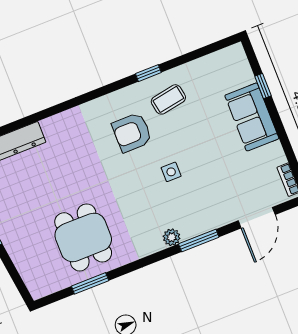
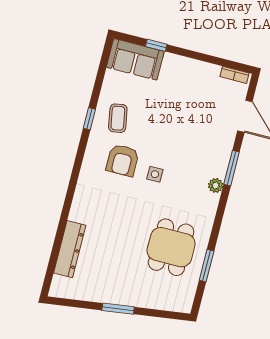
sofa: (252, 117) -> (135, 59), moved
side table: (171, 172) -> (155, 174), moved
dining table: (83, 237) -> (171, 247), turned 90

